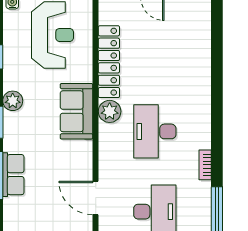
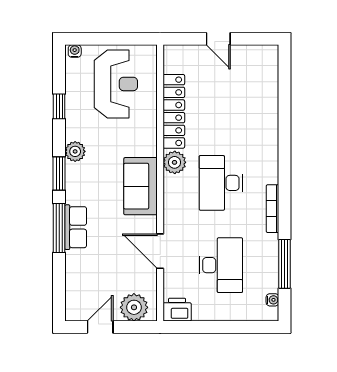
sofa: (76, 111) -> (141, 186), moved
bookcase: (205, 165) -> (273, 209), width x1.56

